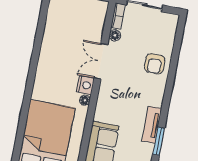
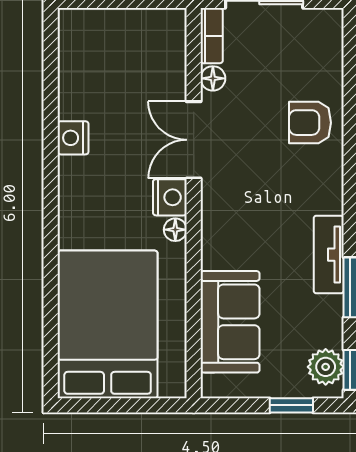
nightstand: (47, 50) -> (73, 138), added
armchair: (155, 64) -> (310, 123), turned 90

